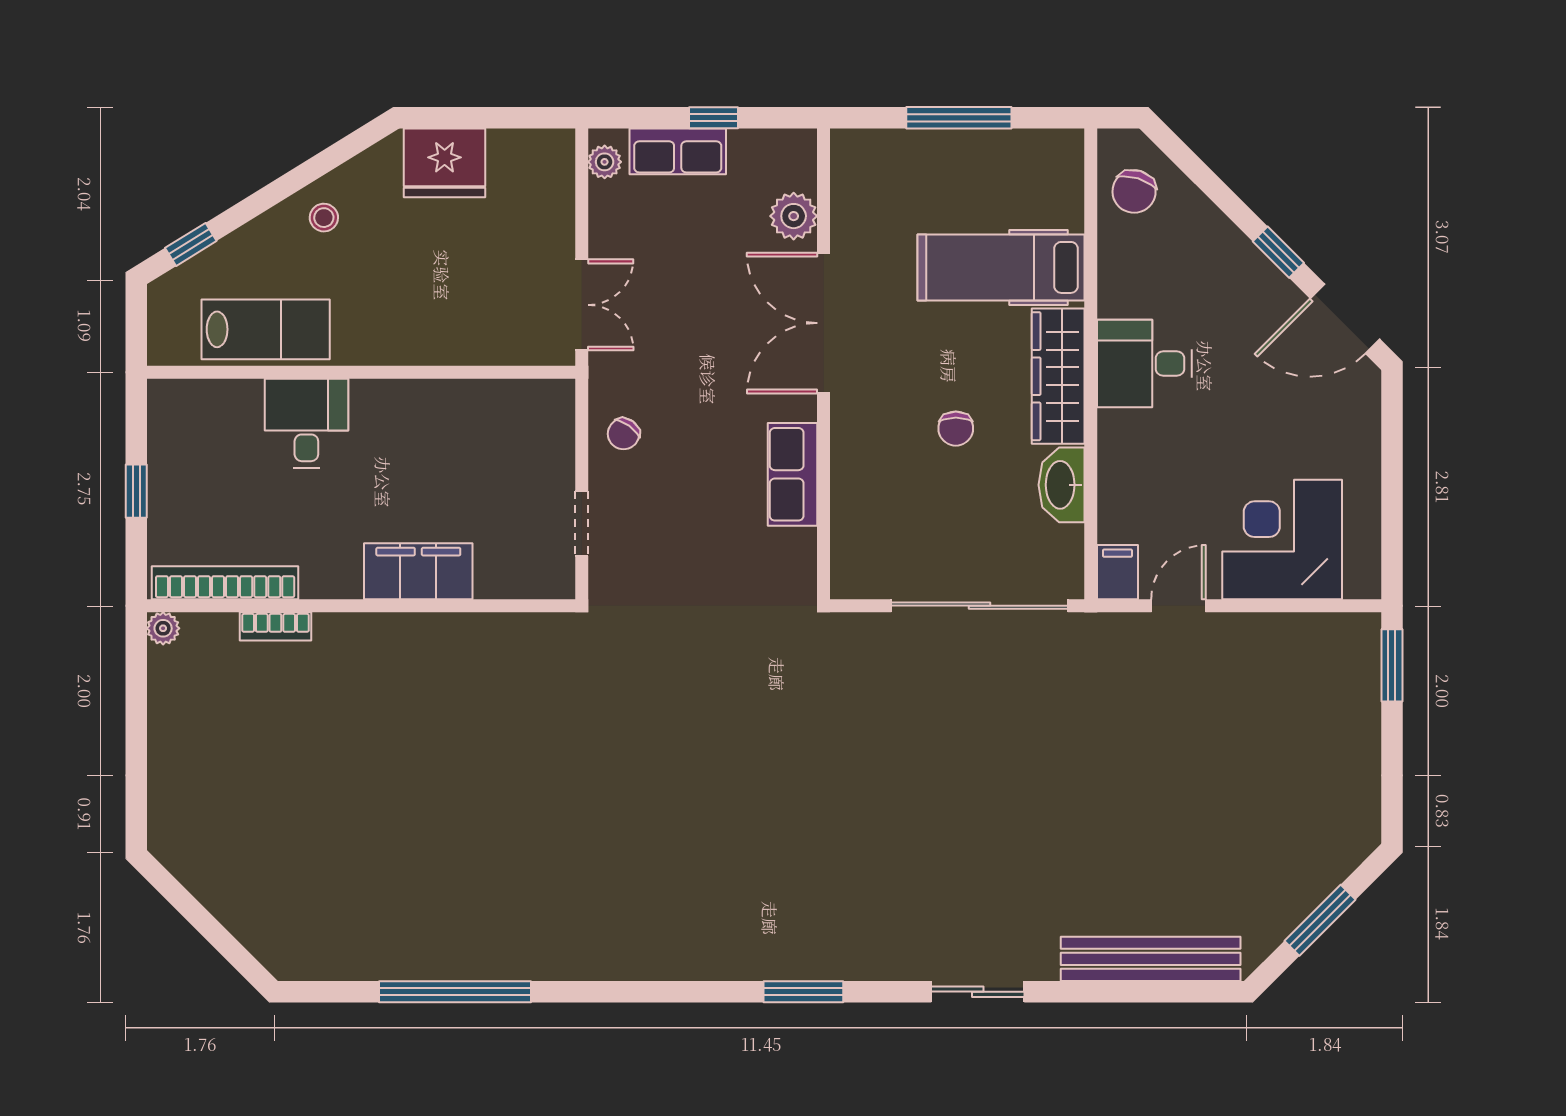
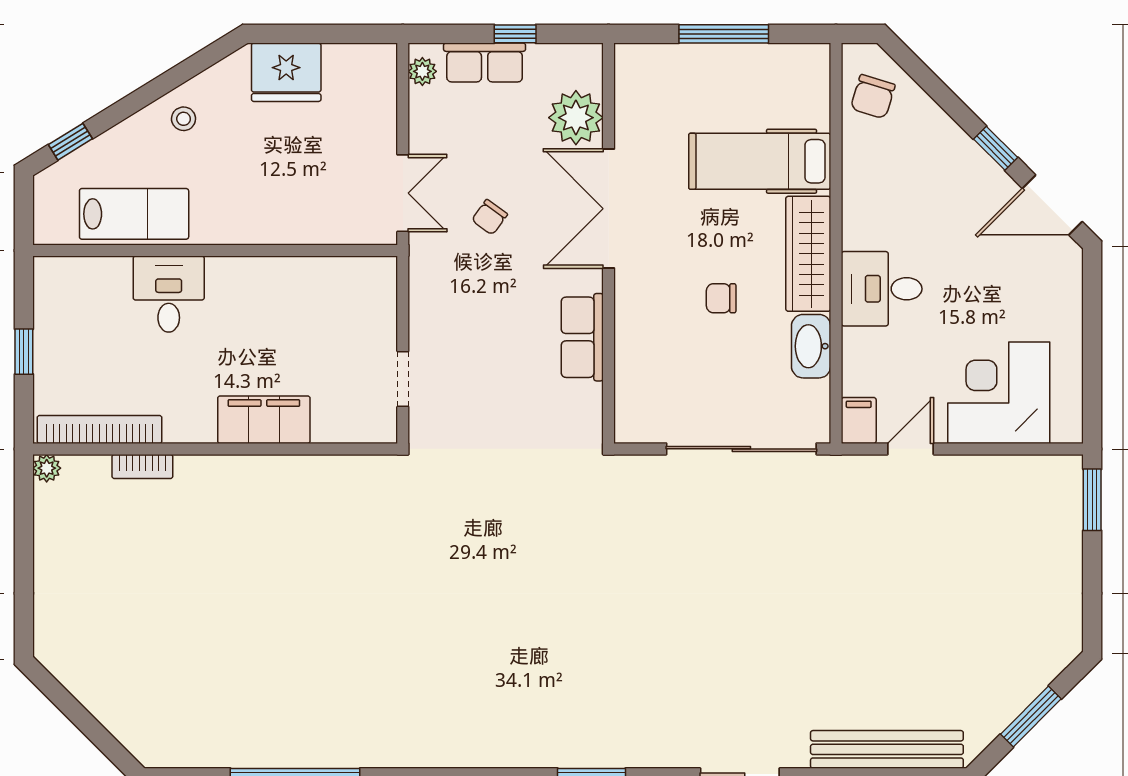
plant: (794, 216) -> (576, 118), width x1.36, depth x1.36
desk: (1144, 364) -> (882, 289), moved
chair: (956, 429) -> (721, 298), turned 90
chair: (624, 434) -> (490, 217), moved

